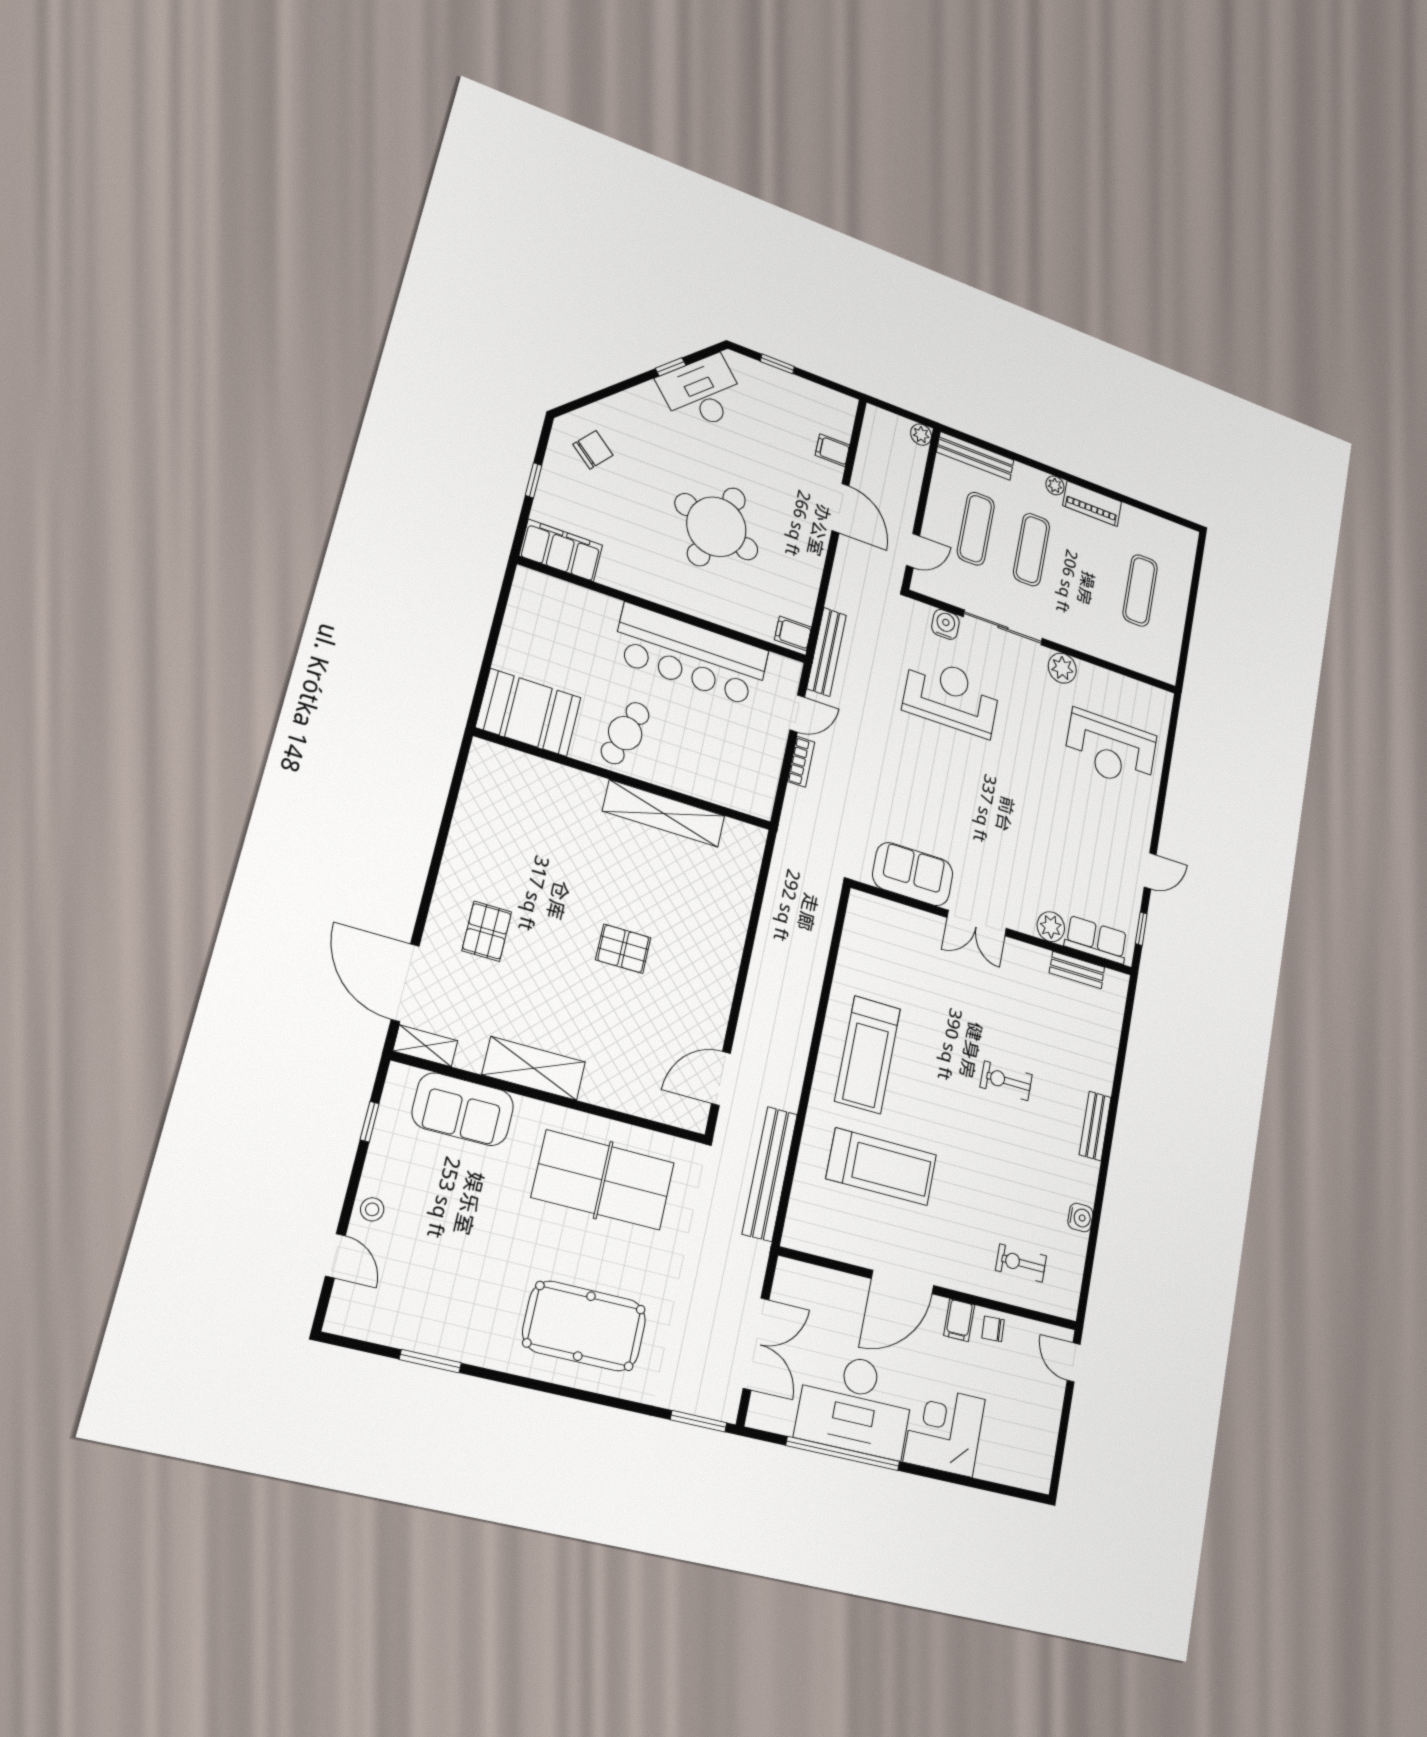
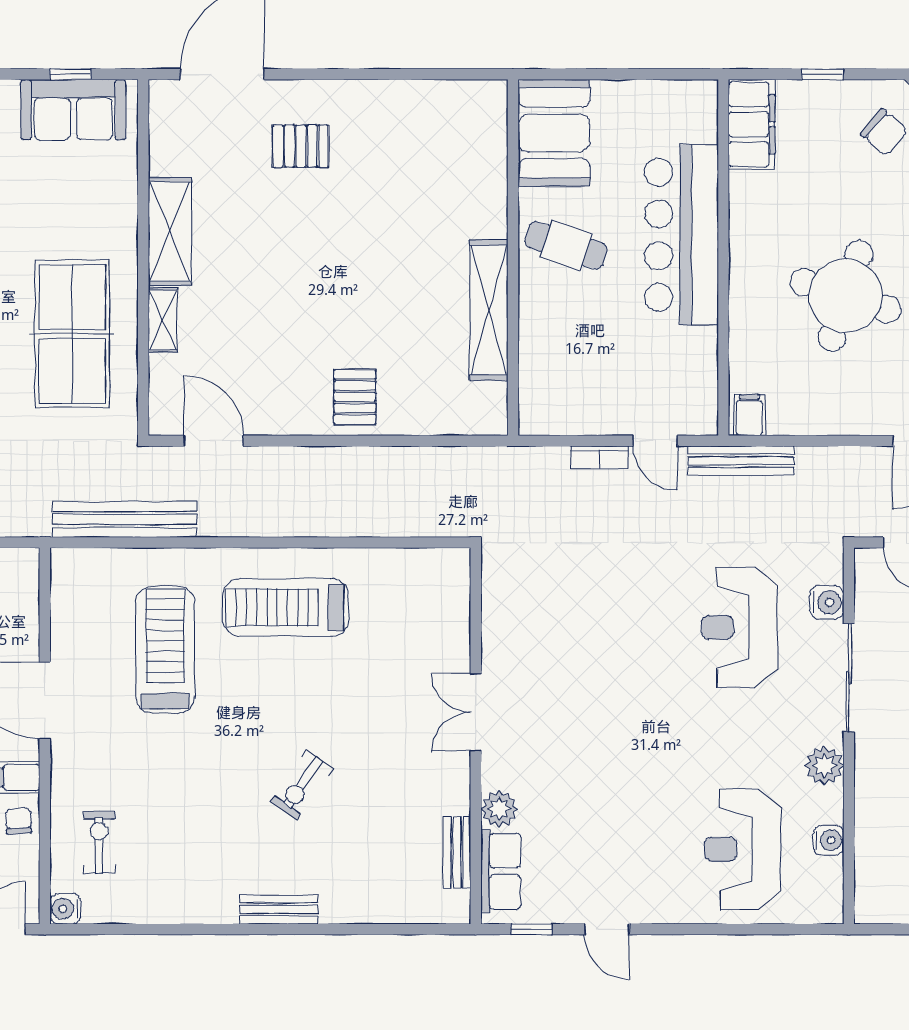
bar counter: (691, 655) -> (681, 235), moved
water cooler: (1115, 684) -> (829, 840), added
reception desk: (951, 696) -> (740, 627), turned 180
sofa: (913, 874) -> (510, 621), removed
pallet: (623, 949) -> (355, 397), moved
shelving: (425, 1046) -> (163, 320), moved
exercise bike: (1006, 1081) -> (301, 785), turned -145
sofa: (463, 1109) -> (73, 110), moved, turned -90
treadmill: (881, 1167) -> (165, 650), turned 180
water cooler: (1080, 1218) -> (65, 909), moved, turned 90

